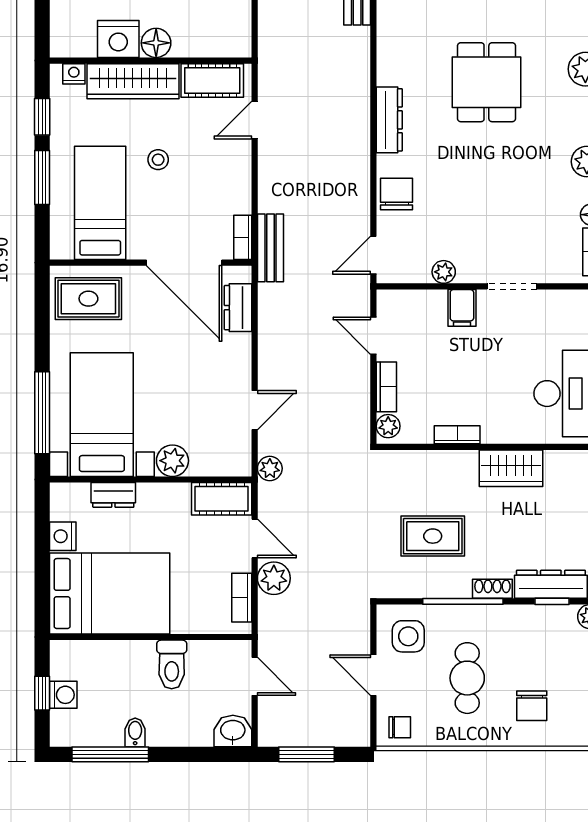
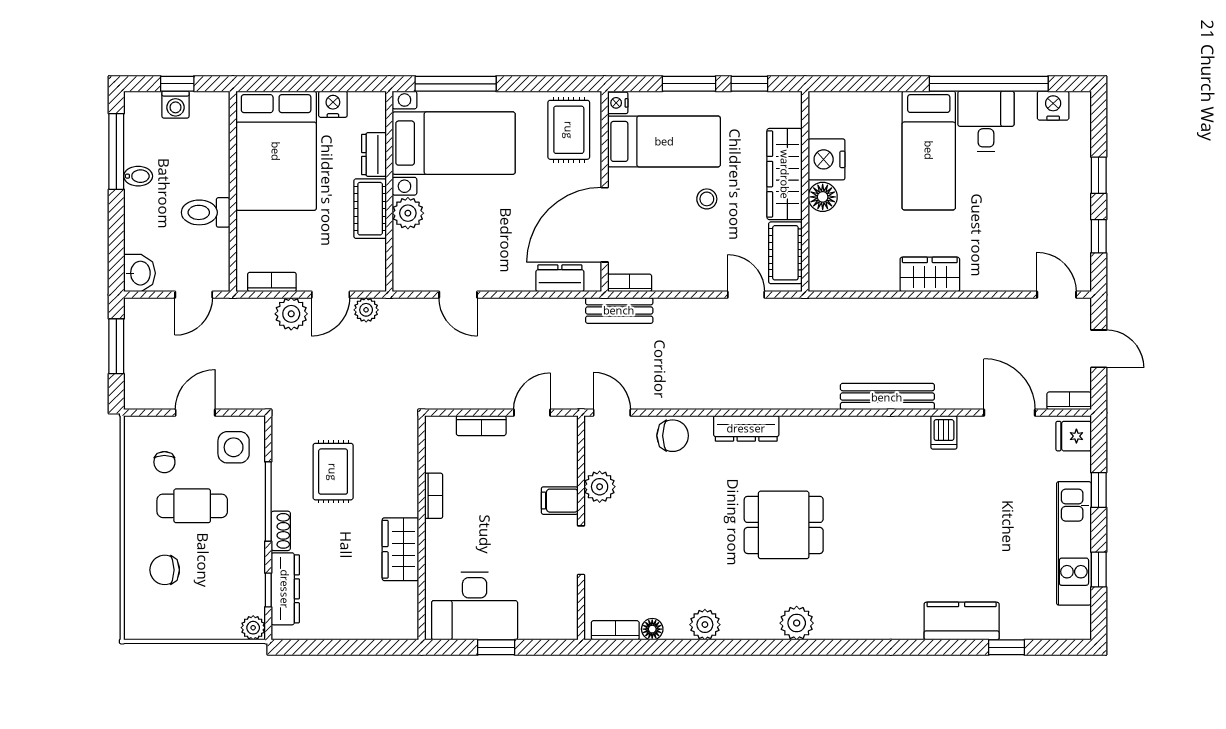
nightstand: (74, 74) -> (618, 103), moved, turned 180
plant: (444, 272) -> (600, 487), width x1.38, depth x1.38
plant: (388, 426) -> (442, 427), removed
plant: (270, 468) -> (366, 310), moved
cot: (222, 499) -> (370, 209), moved
chair: (400, 727) -> (164, 462), moved

